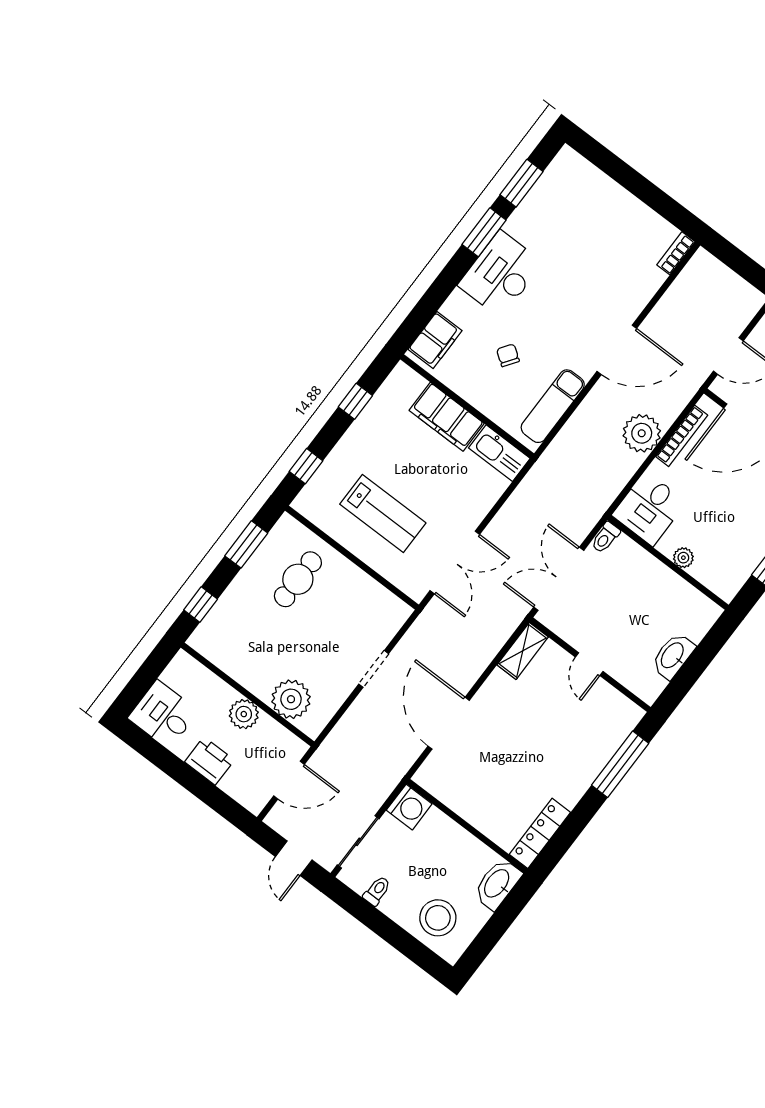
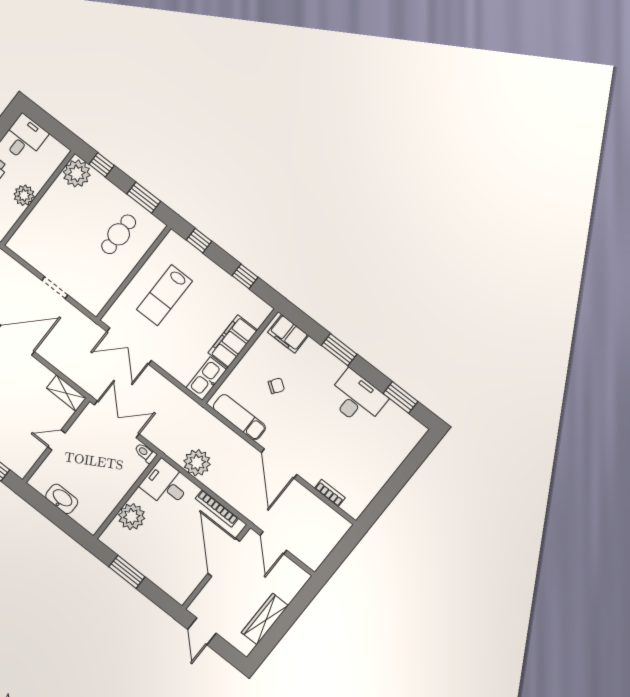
window: (484, 232) -> (339, 350), moved
bookcase: (676, 253) -> (330, 493), moved
desk: (500, 274) -> (357, 398), moved
plant: (642, 433) -> (197, 463), moved
plant: (683, 558) -> (132, 517), width x1.87, depth x1.87
cafe table: (298, 579) -> (119, 234), turned 90
plant: (291, 699) -> (77, 173), moved

